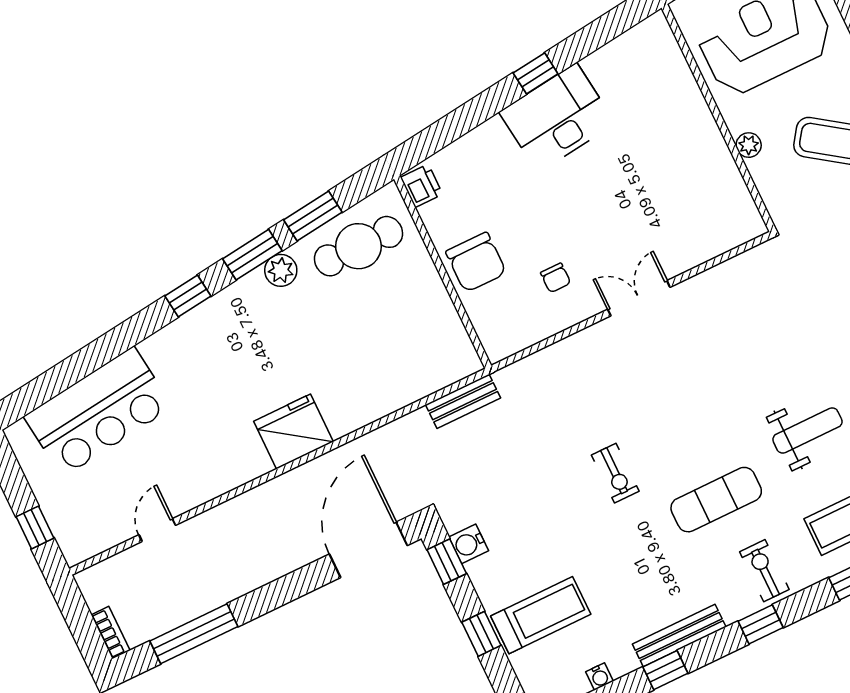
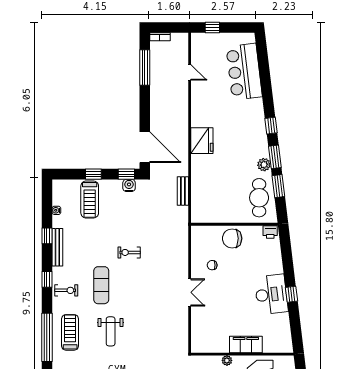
filing cabinet: (694, 120) -> (246, 344), added
bench: (463, 401) -> (183, 191), moved

